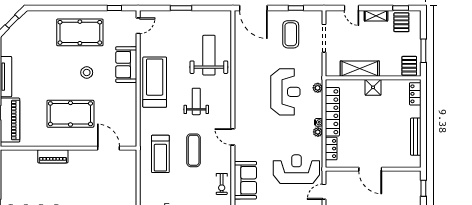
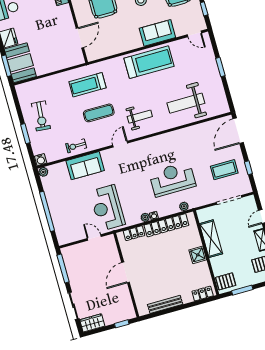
weight bench: (209, 55) -> (186, 103), turned 180
reception desk: (285, 92) -> (172, 179), turned 180
weight bench: (196, 101) -> (140, 117), moved
reception desk: (296, 169) -> (107, 208), turned 180

